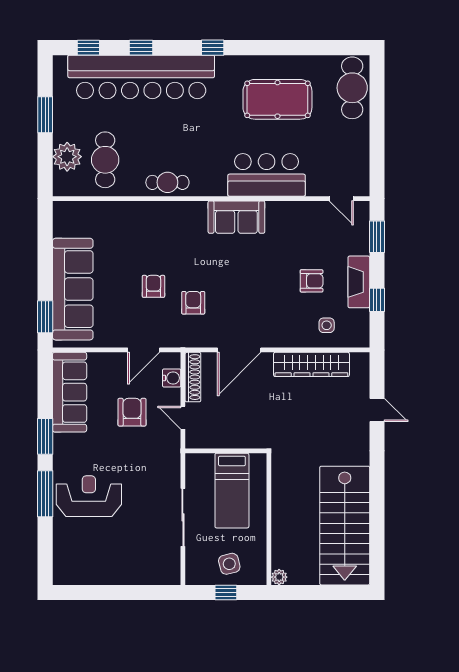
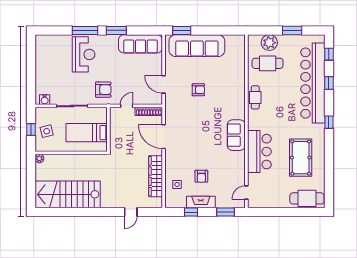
armchair: (193, 303) -> (189, 112), removed
water cooler: (172, 378) -> (45, 100), moved
armchair: (132, 412) -> (103, 90), moved

